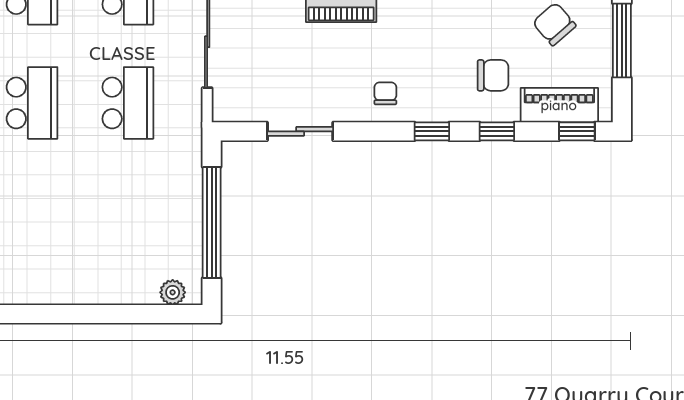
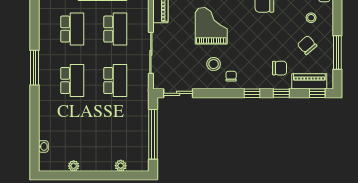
stool: (346, 66) -> (214, 64), added
sliding door: (300, 131) -> (178, 93), moved
plant: (173, 292) -> (121, 166), moved
plant: (35, 293) -> (74, 166), added

